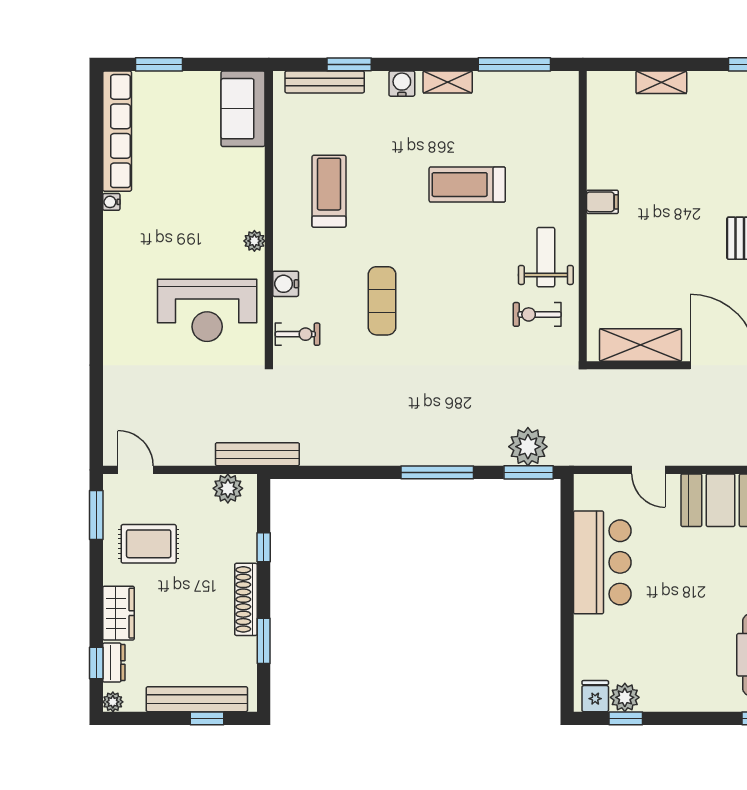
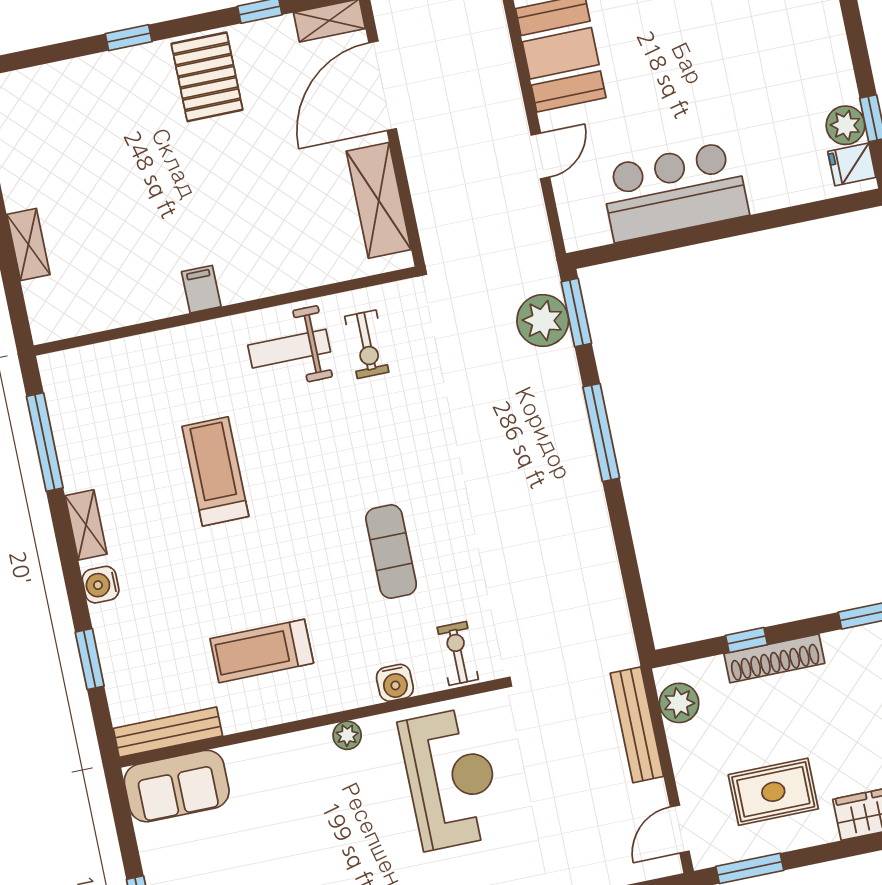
bench: (325, 82) -> (168, 732), moved, turned 90
treadmill: (467, 185) -> (215, 471), turned 180
exercise mat: (382, 301) -> (391, 552), turned 90
bench: (257, 454) -> (637, 725), moved
rug: (149, 544) -> (773, 792), turned 90
shoe rack: (246, 599) -> (774, 658), moved

